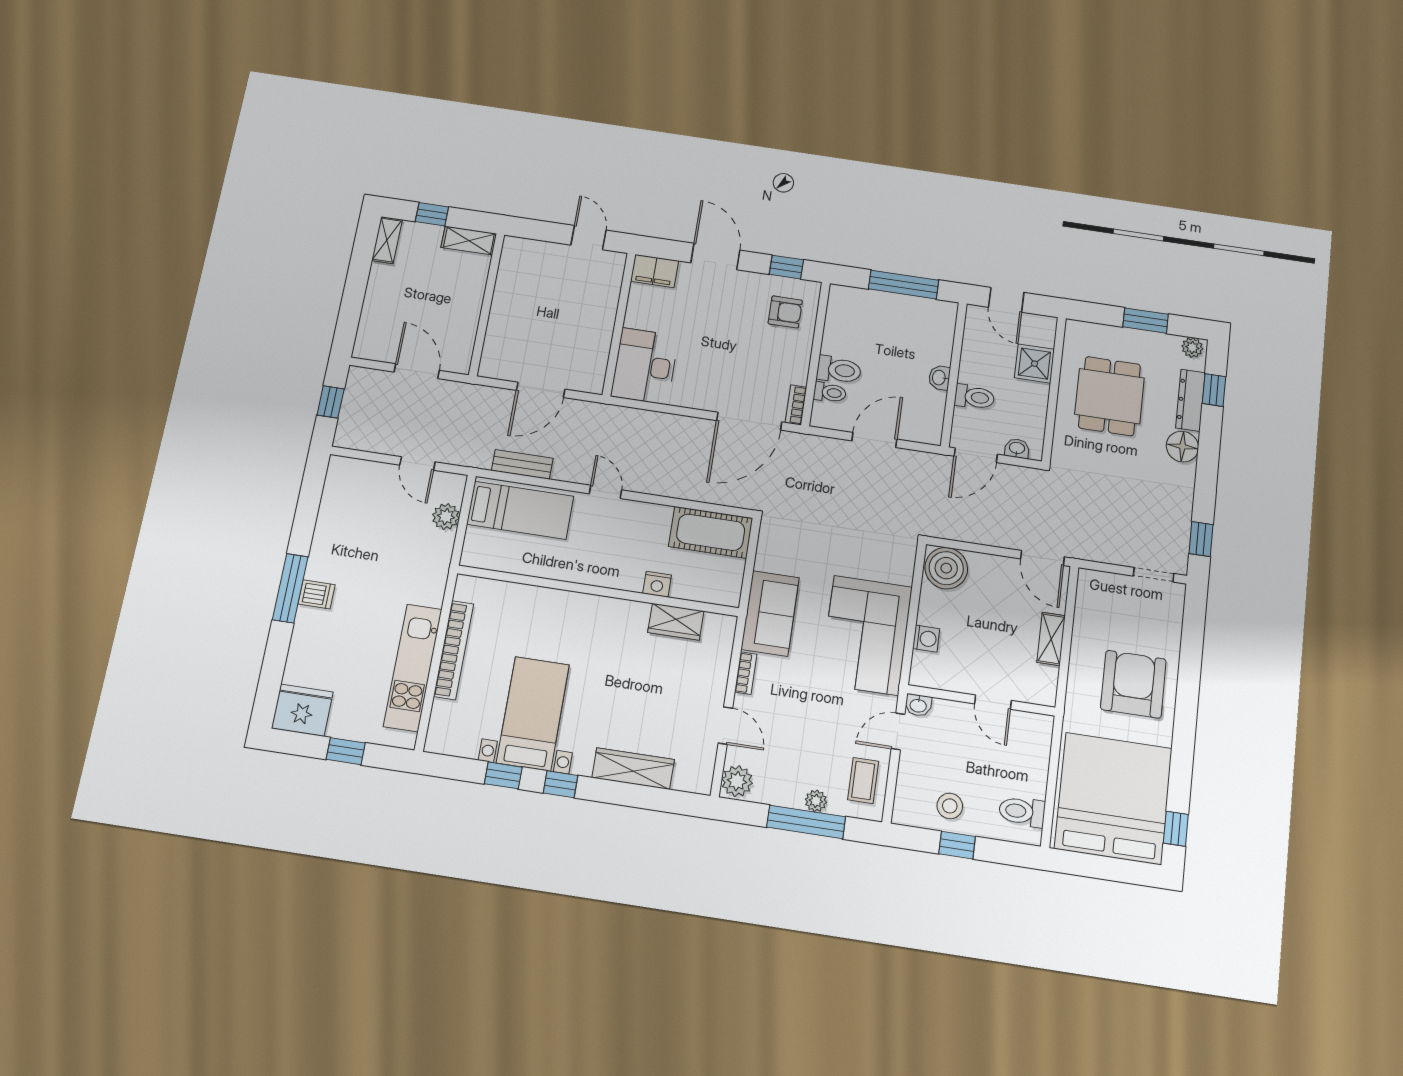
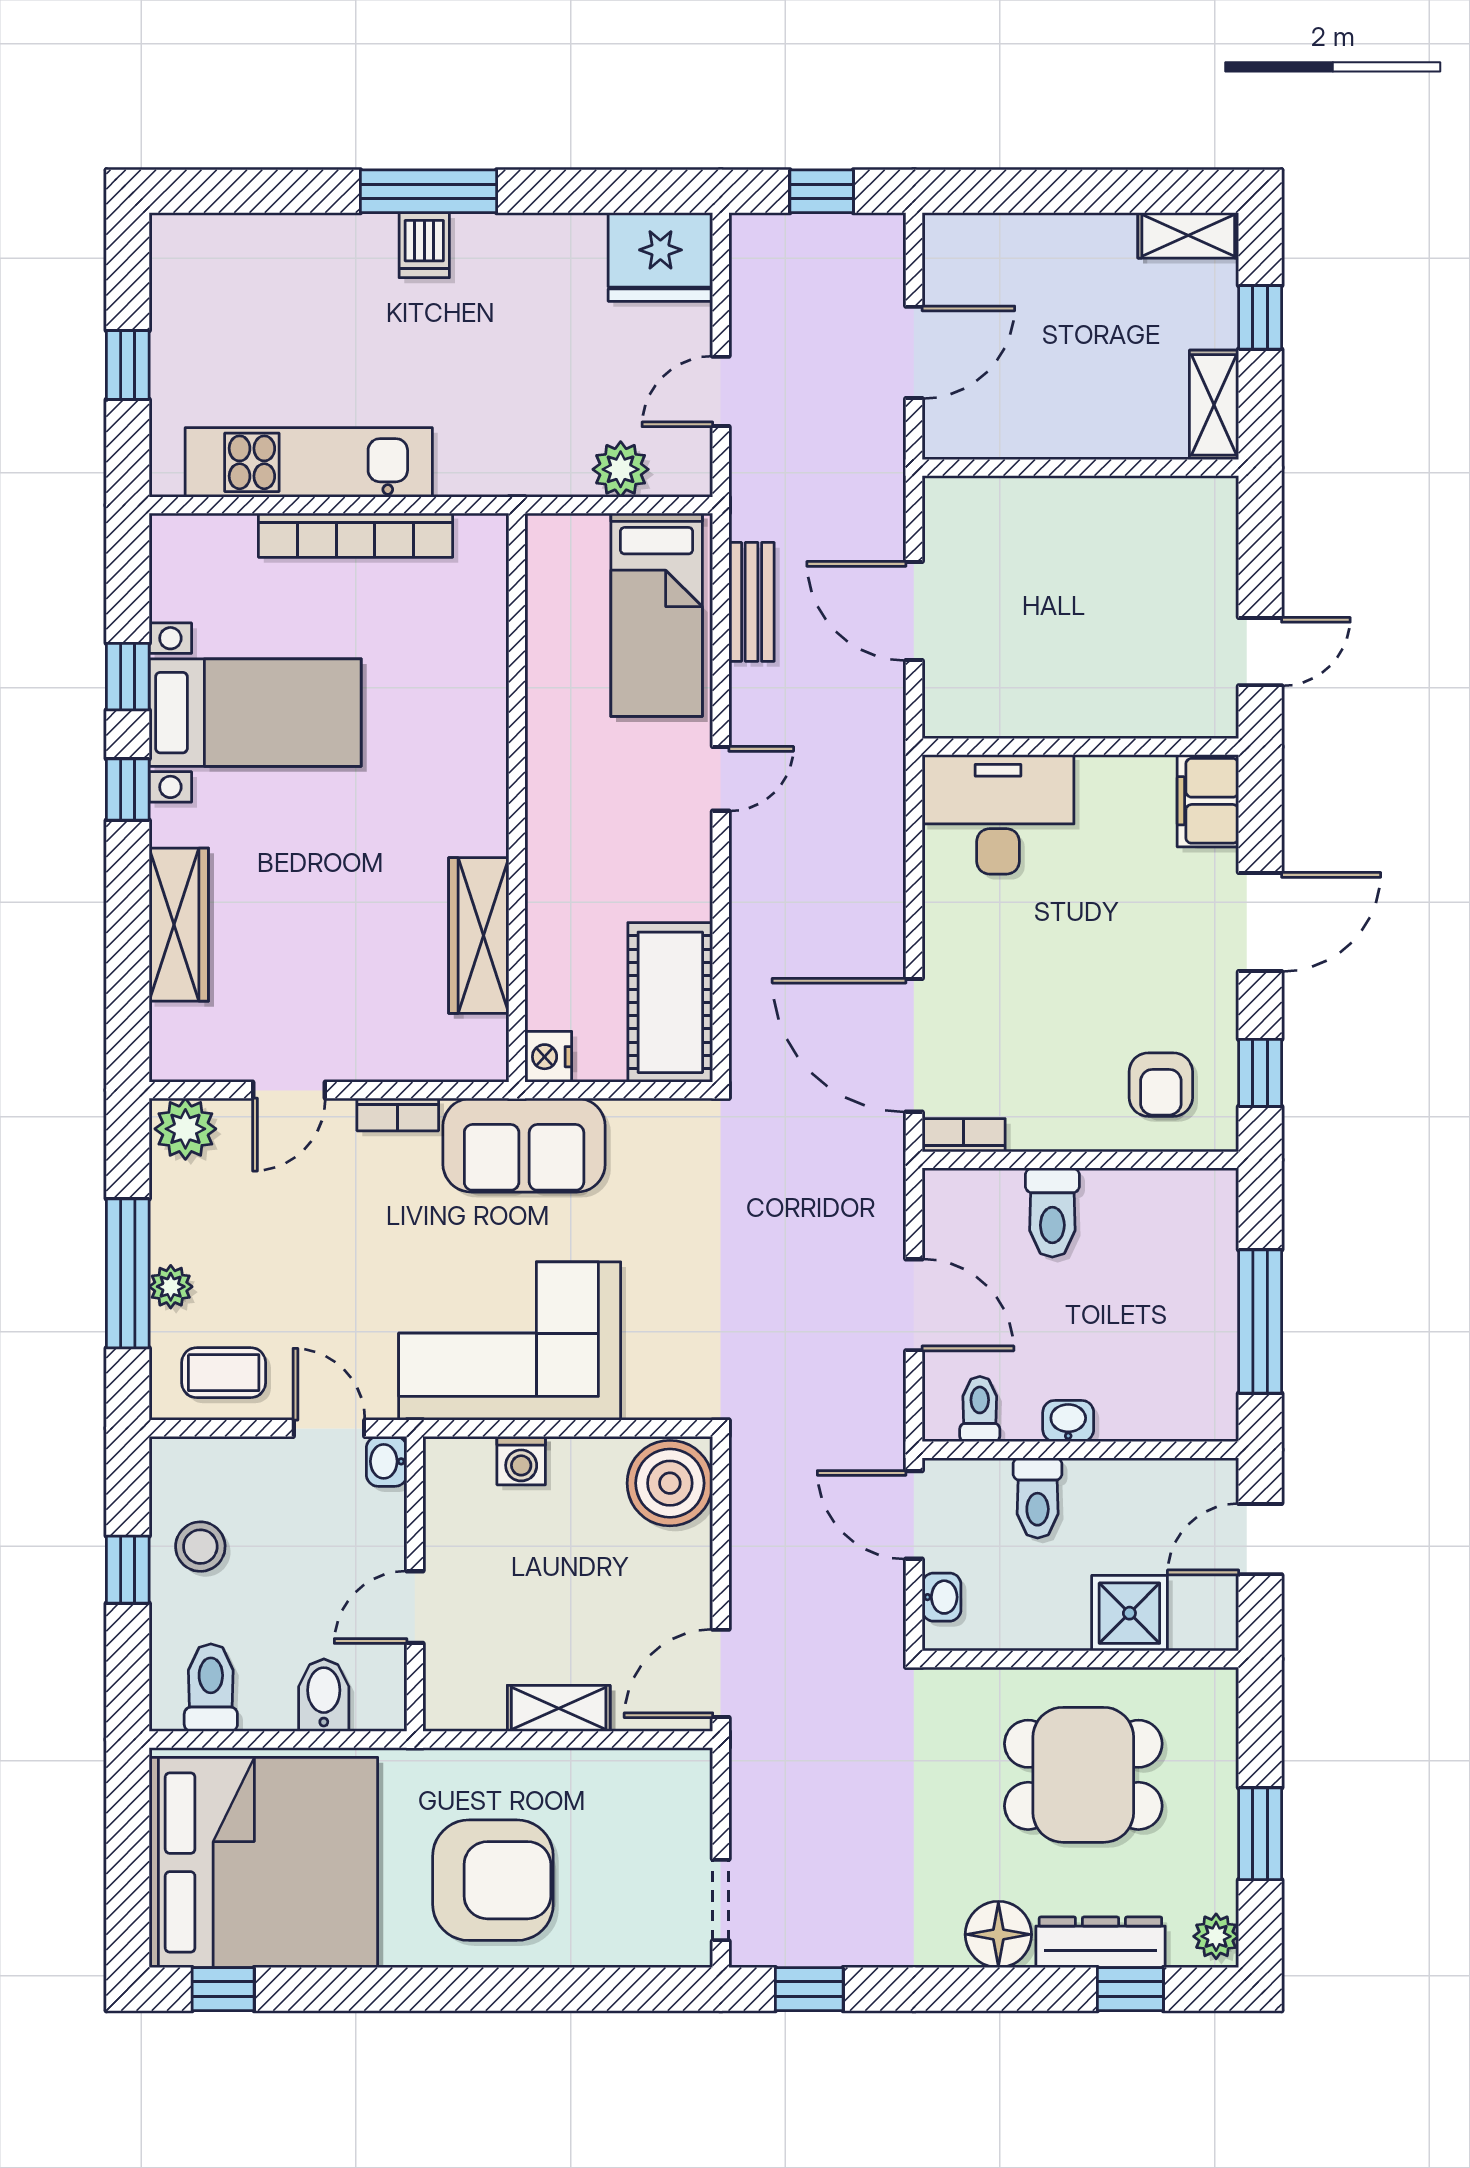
toilet: (830, 392) -> (980, 1409), moved, turned 180
nightstand: (657, 584) -> (548, 1057), moved
wardrobe: (676, 622) -> (479, 936), width x1.50
fridge: (302, 710) -> (660, 257), moved, turned 90
bidet: (1032, 755) -> (324, 1695), added

